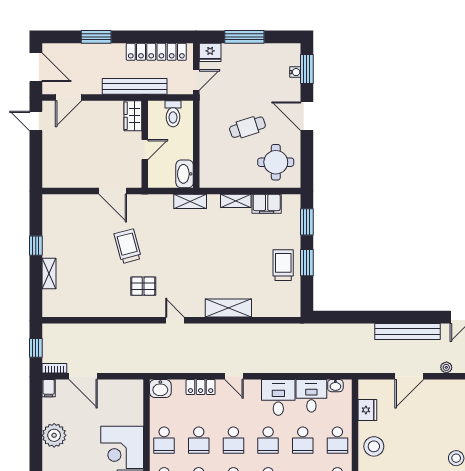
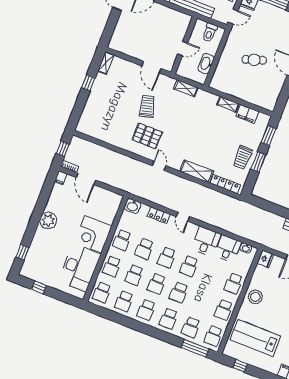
wardrobe: (133, 116) -> (183, 24), removed
round table: (276, 162) -> (264, 89), removed
washbasin: (185, 174) -> (206, 64), moved
shelving: (190, 201) -> (186, 88), moved
trolley: (283, 265) -> (243, 157), turned 180
shelving: (49, 273) -> (106, 63), moved
pallet: (143, 286) -> (147, 136), width x1.50, depth x1.42
locker: (274, 310) -> (225, 184), added
fridge: (367, 410) -> (265, 259), moved
plant: (54, 435) -> (48, 220), moved
school desk: (303, 440) -> (211, 275), removed

